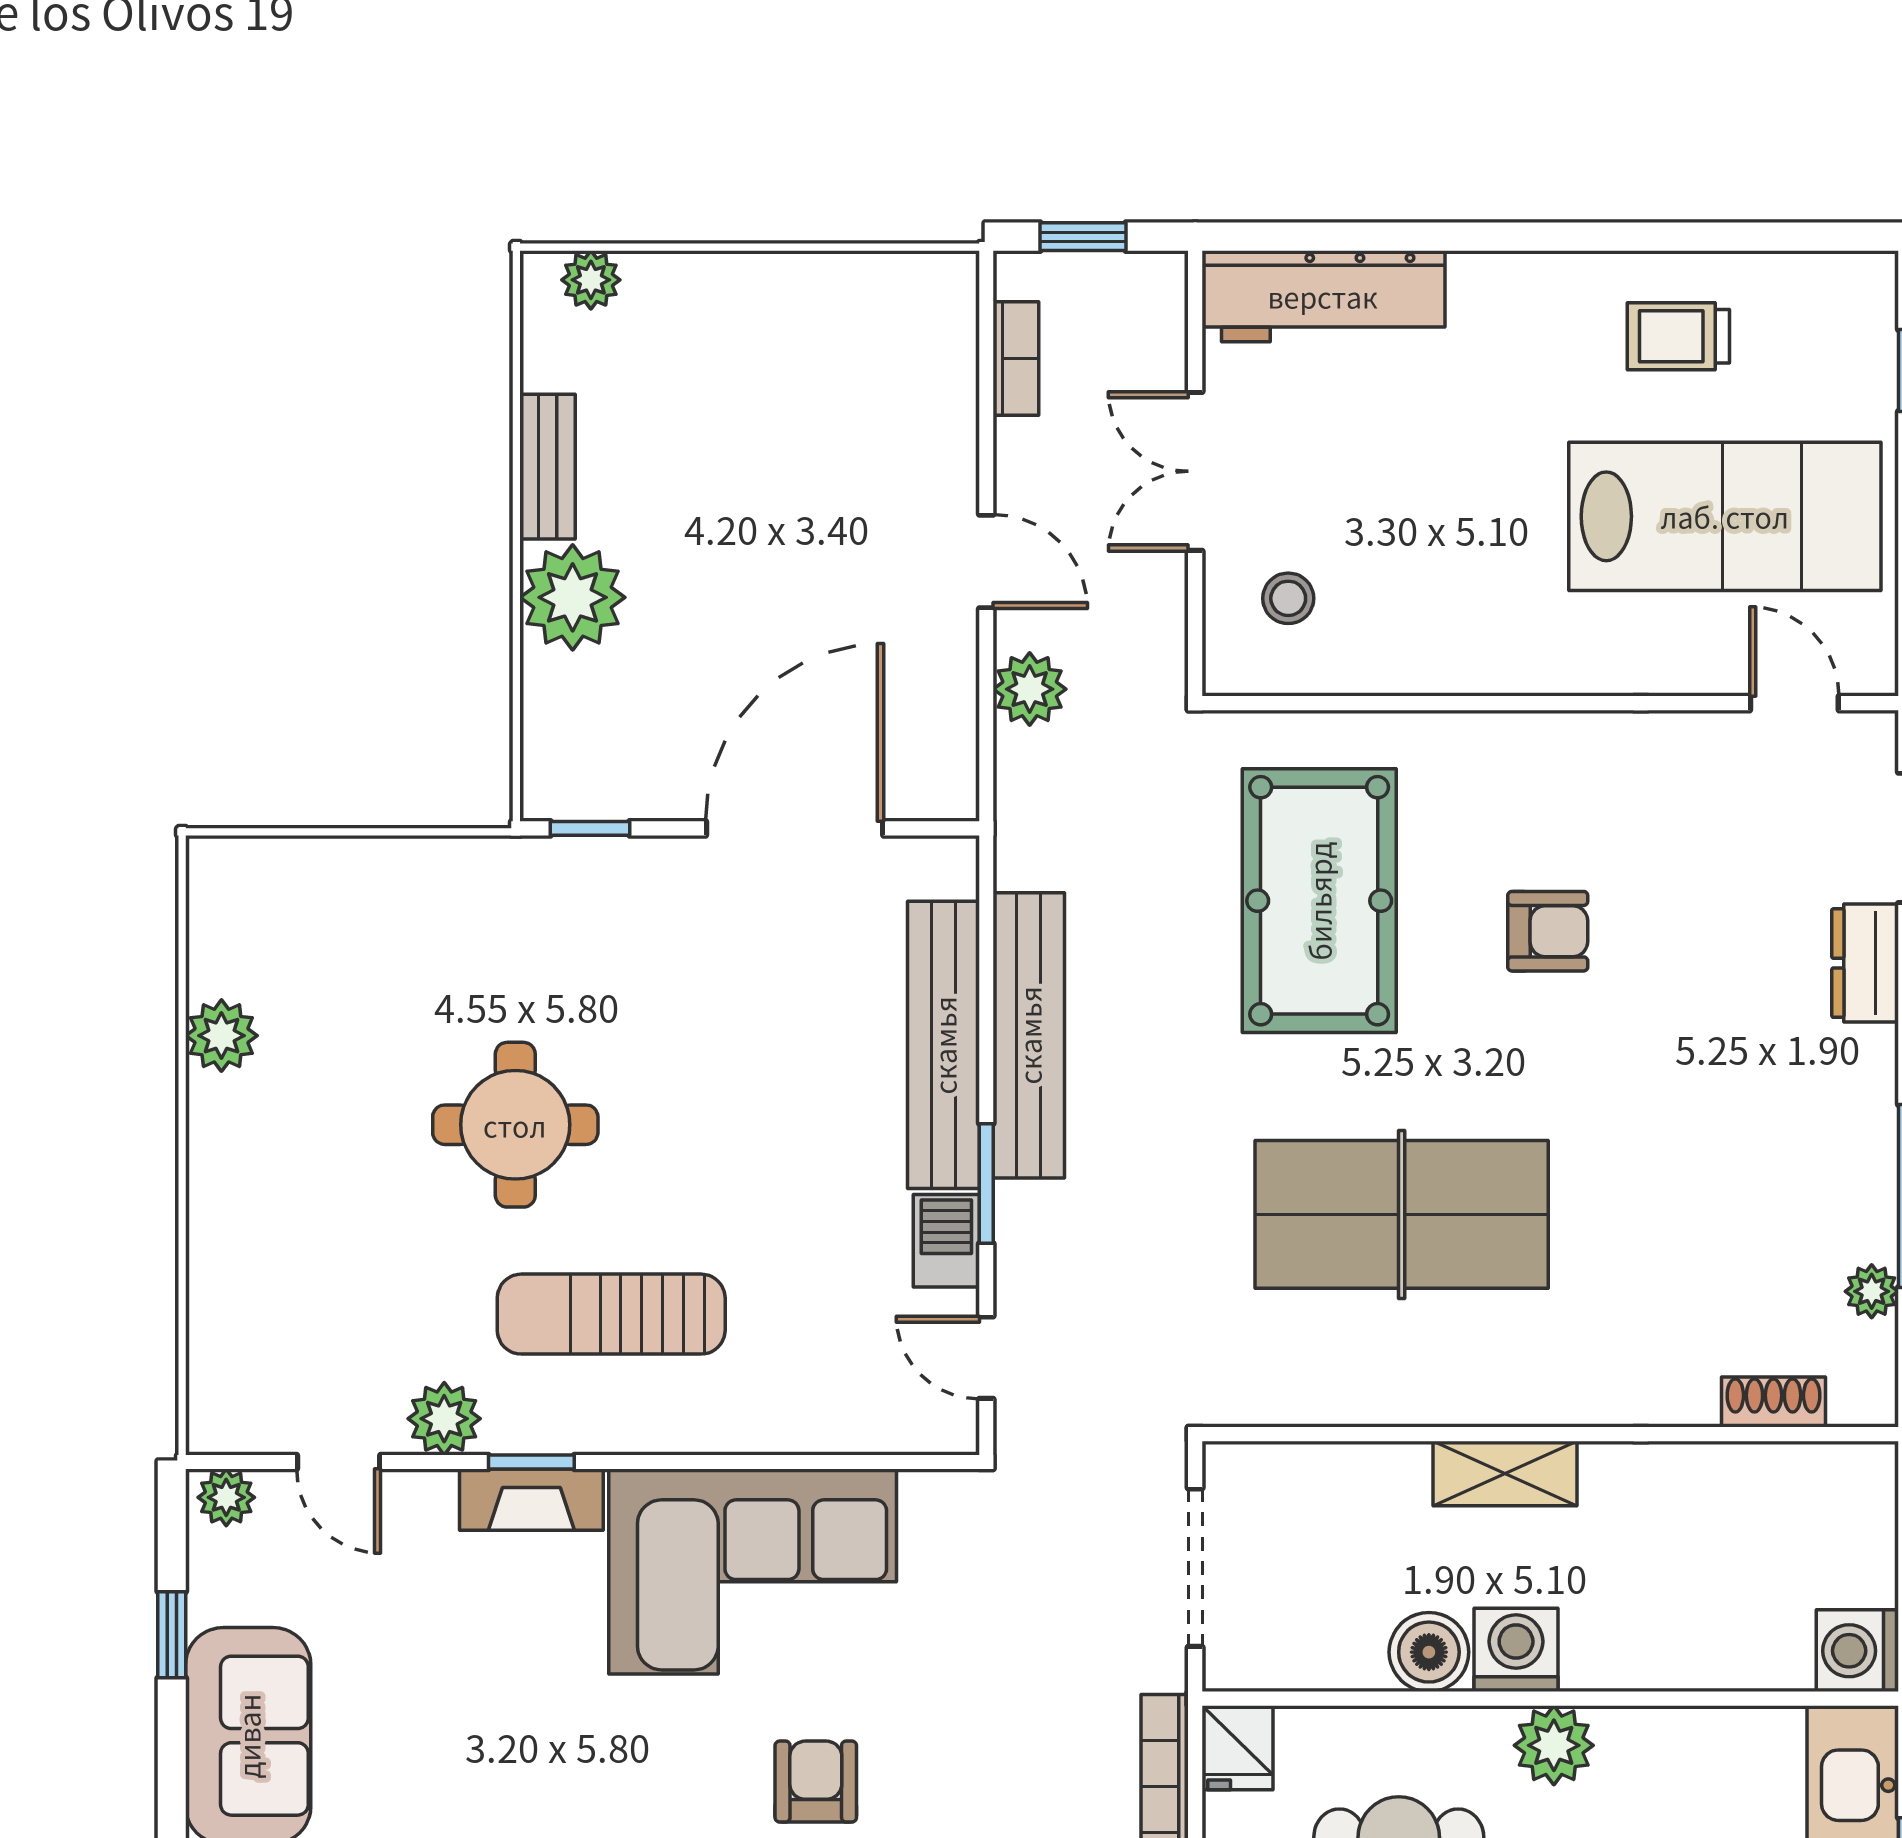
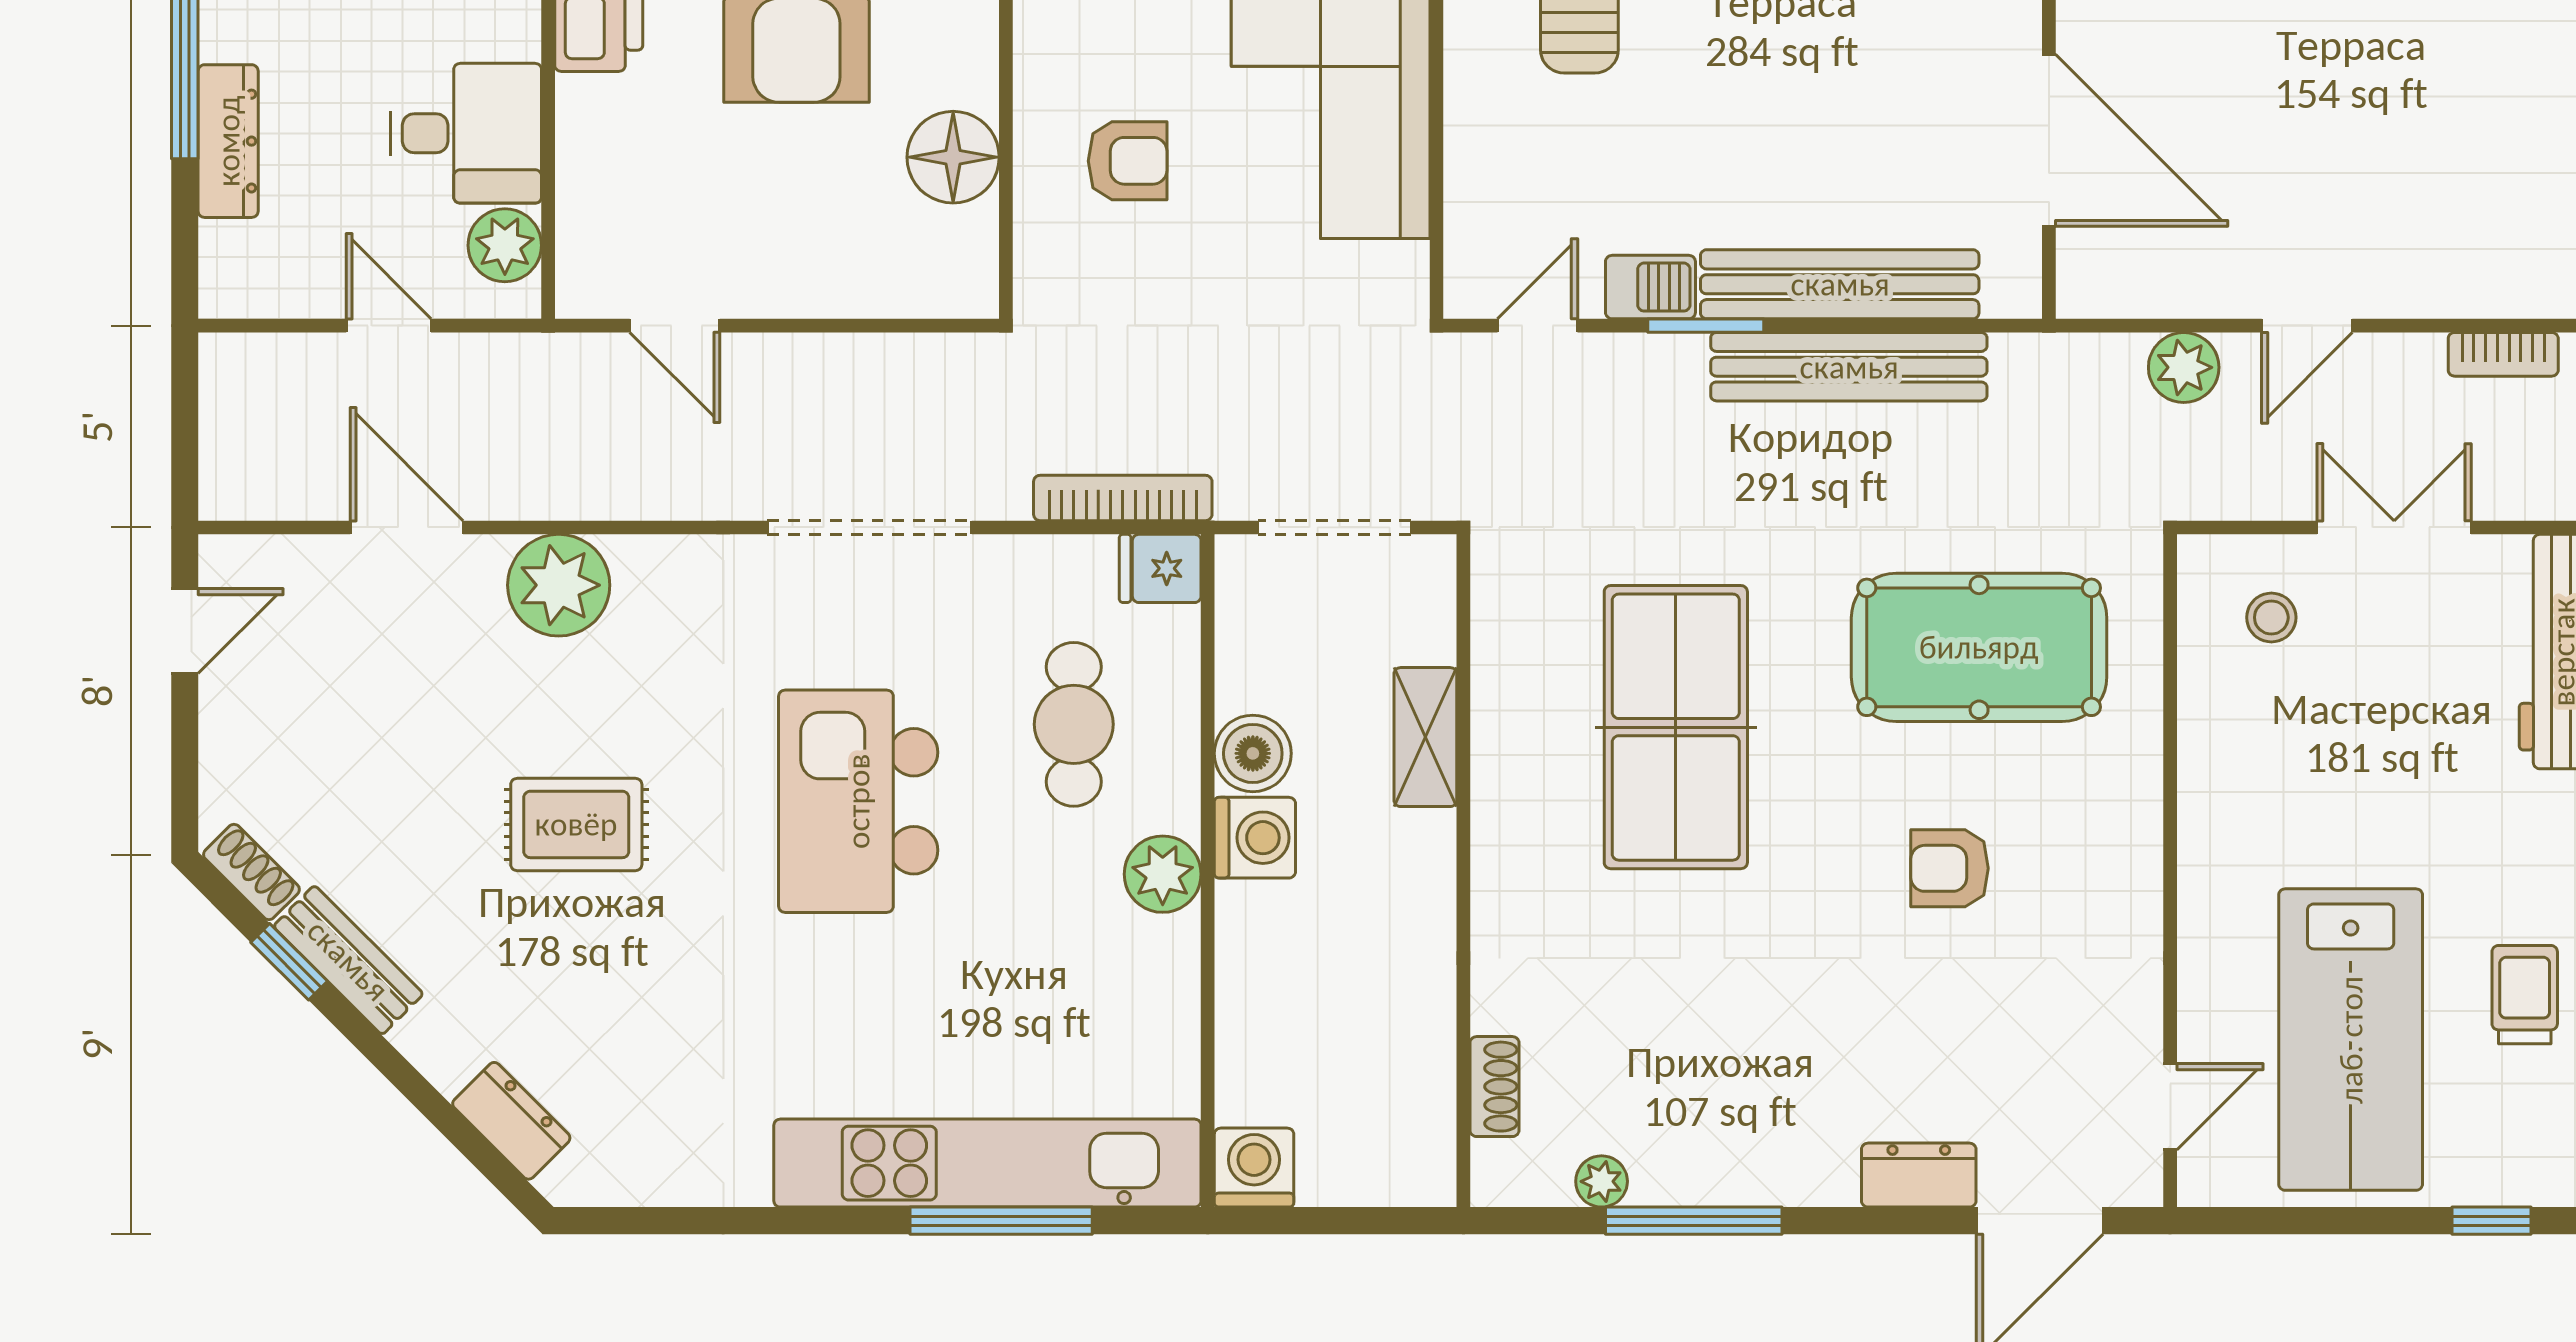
armchair: (1548, 931) -> (1950, 868), turned 90
shelving: (1505, 1473) -> (1425, 737), moved

